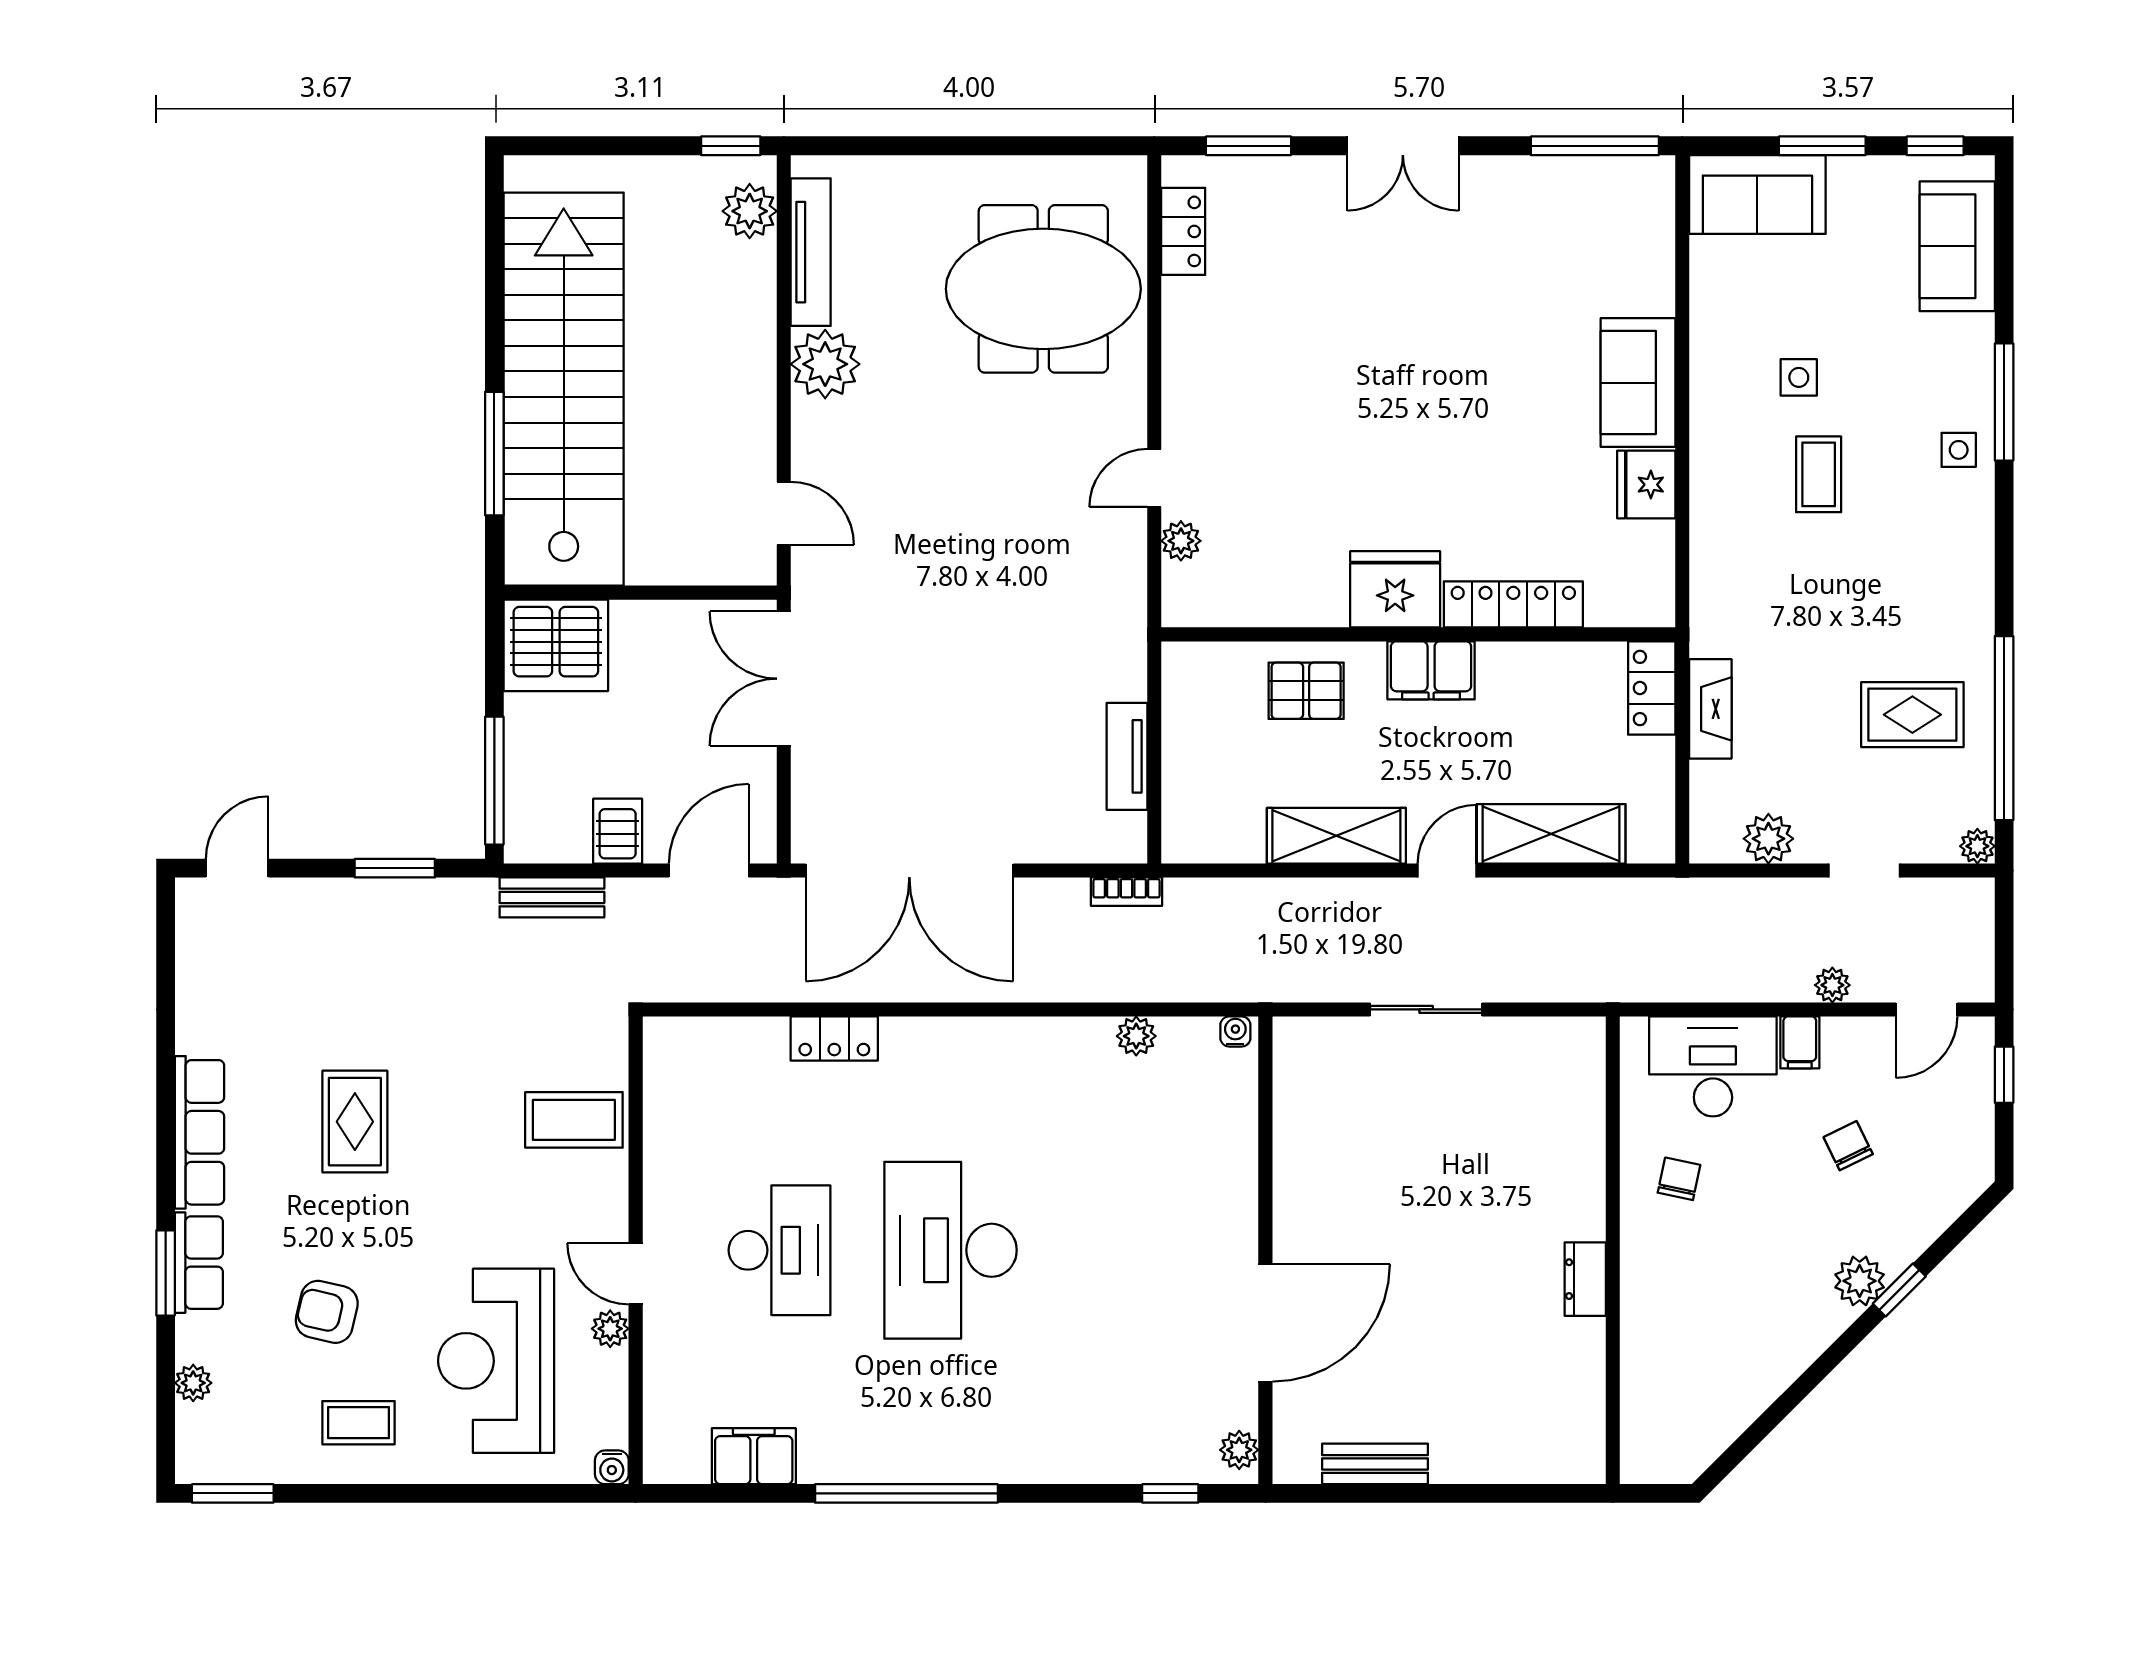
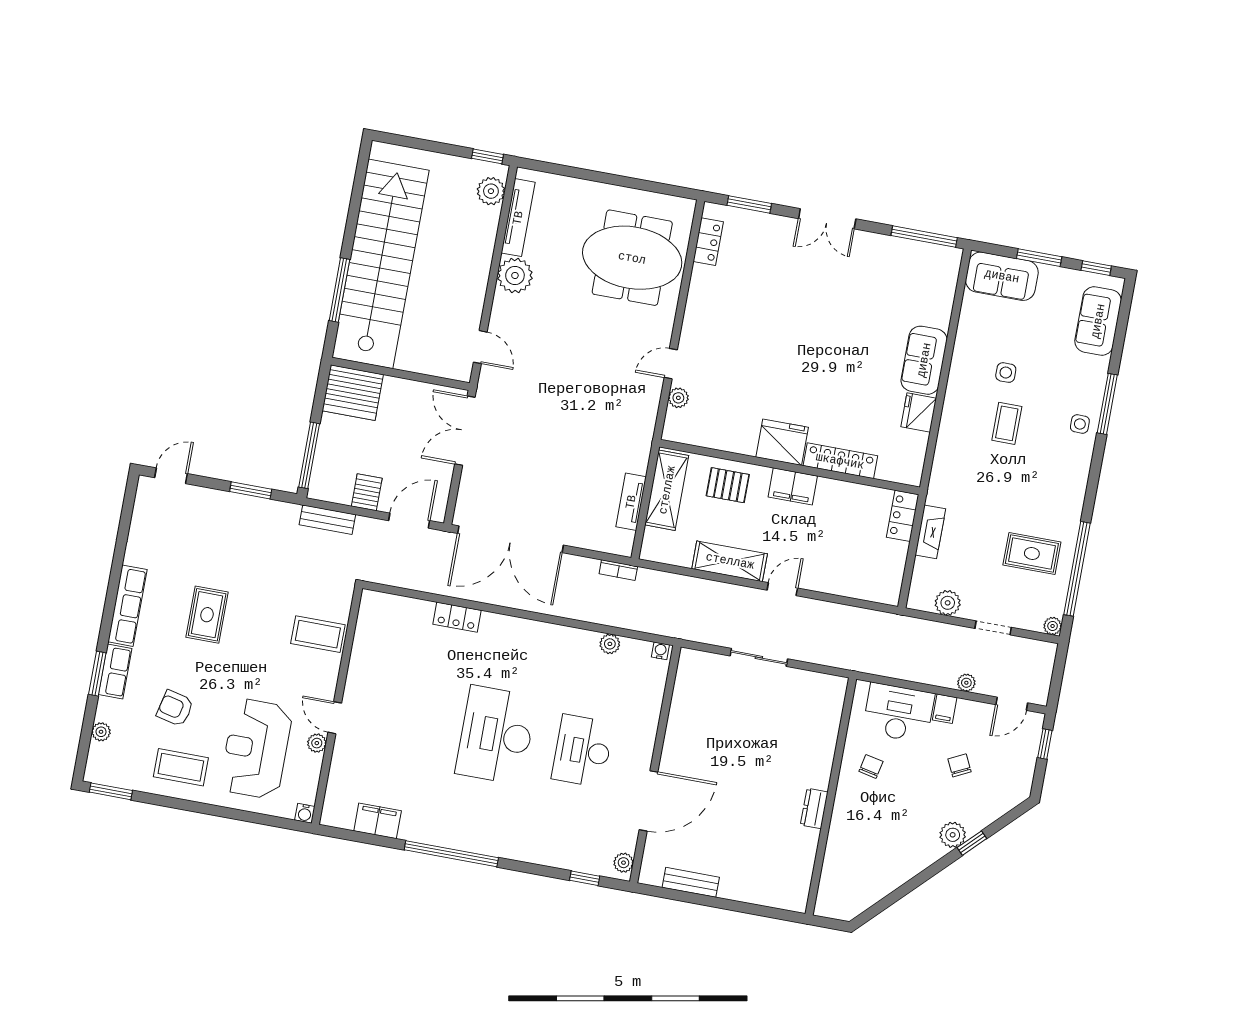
shelving: (1551, 834) -> (667, 490), moved, turned 90
desk: (780, 1250) -> (583, 751), moved, turned 180
coffee table: (358, 1423) -> (181, 767), width x1.36, depth x1.30

